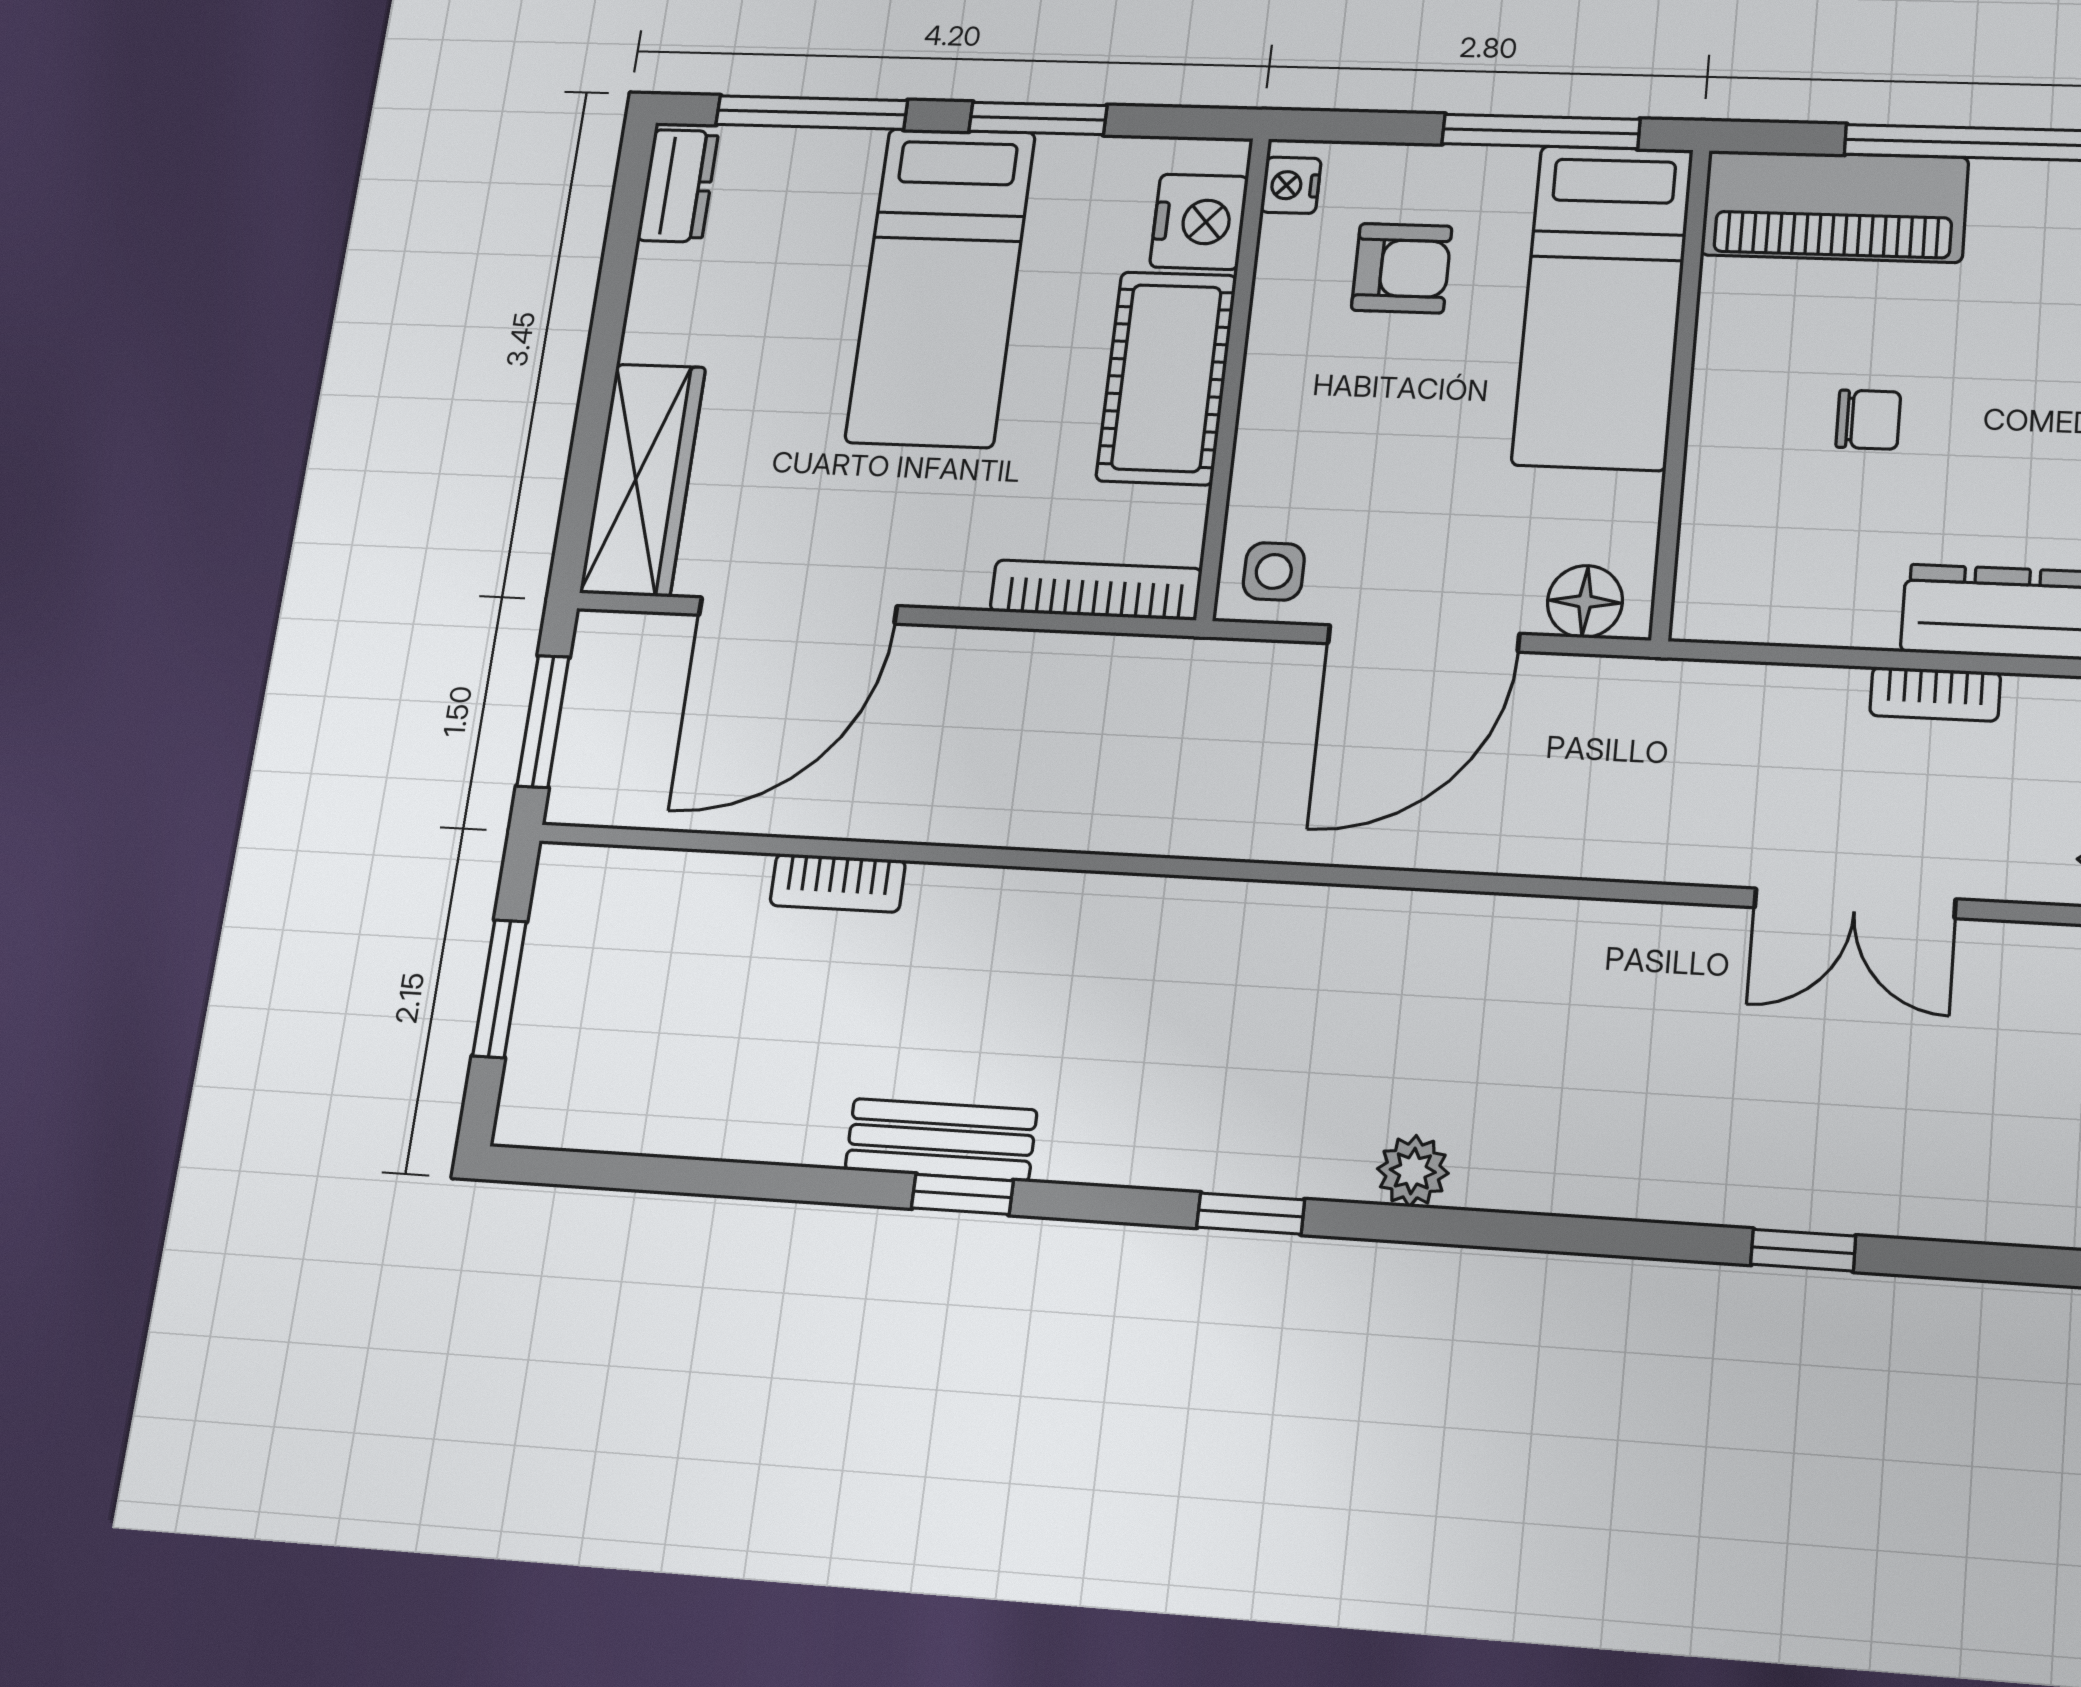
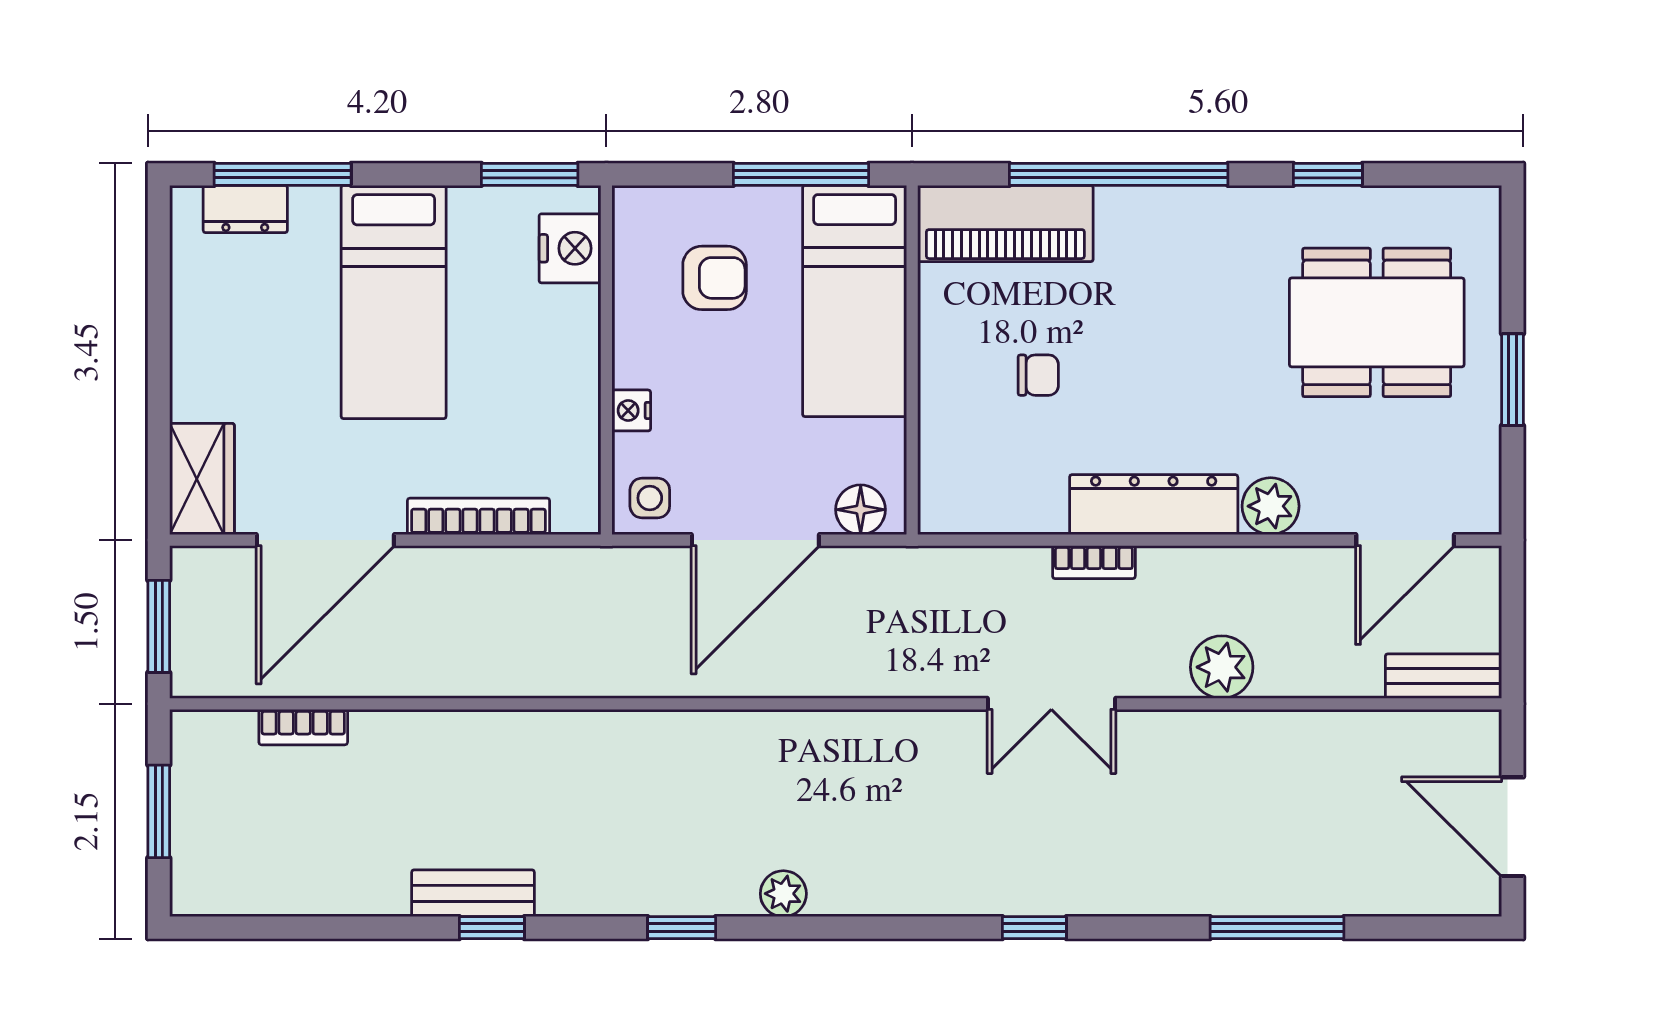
window: (1038, 118) -> (530, 174), moved
nightstand: (1291, 185) -> (631, 410), moved
dresser: (678, 186) -> (245, 209), moved, turned 90
cot: (1166, 378) -> (561, 363), removed
wardrobe: (643, 480) -> (202, 479), width x0.67
bookcase: (1096, 590) -> (478, 516), moved
bookcase: (838, 883) -> (303, 727), moved

